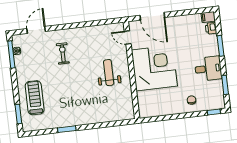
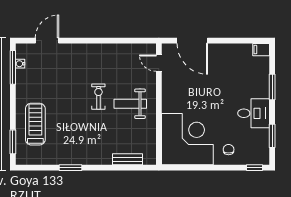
printer: (211, 28) -> (263, 64), removed
exercise bike: (63, 53) -> (98, 97), moved
corner desk: (154, 68) -> (187, 139), moved
weight bench: (109, 73) -> (130, 104), turned -90
bench: (112, 117) -> (127, 159), added

